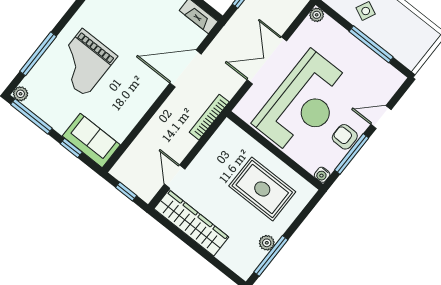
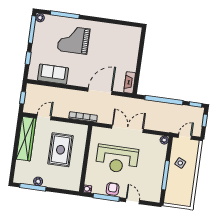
door: (186, 69) -> (100, 91), hinge flipped
reception desk: (303, 103) -> (117, 159), width x0.74, depth x0.77
sofa: (91, 140) -> (53, 74), moved, turned -90
rug: (262, 189) -> (60, 150), moved

